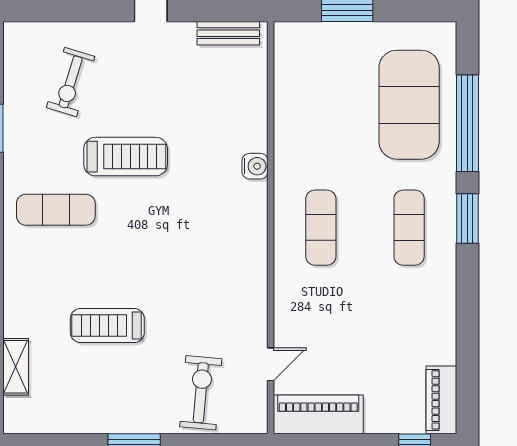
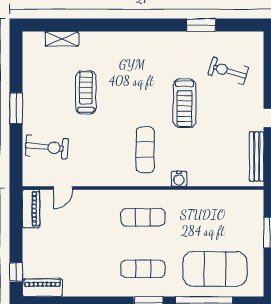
bench: (228, 33) -> (257, 156), width x1.36
exercise mat: (56, 210) -> (145, 150), moved
door: (271, 364) -> (63, 188), hinge flipped
piano: (318, 414) -> (31, 209), width x0.73, depth x0.75

